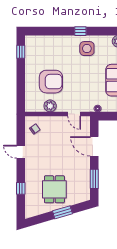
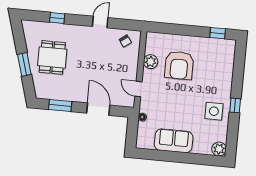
door: (74, 114) -> (138, 89), hinge flipped
door: (94, 146) -> (98, 109), hinge flipped
dining table: (54, 189) -> (52, 57), turned 90

